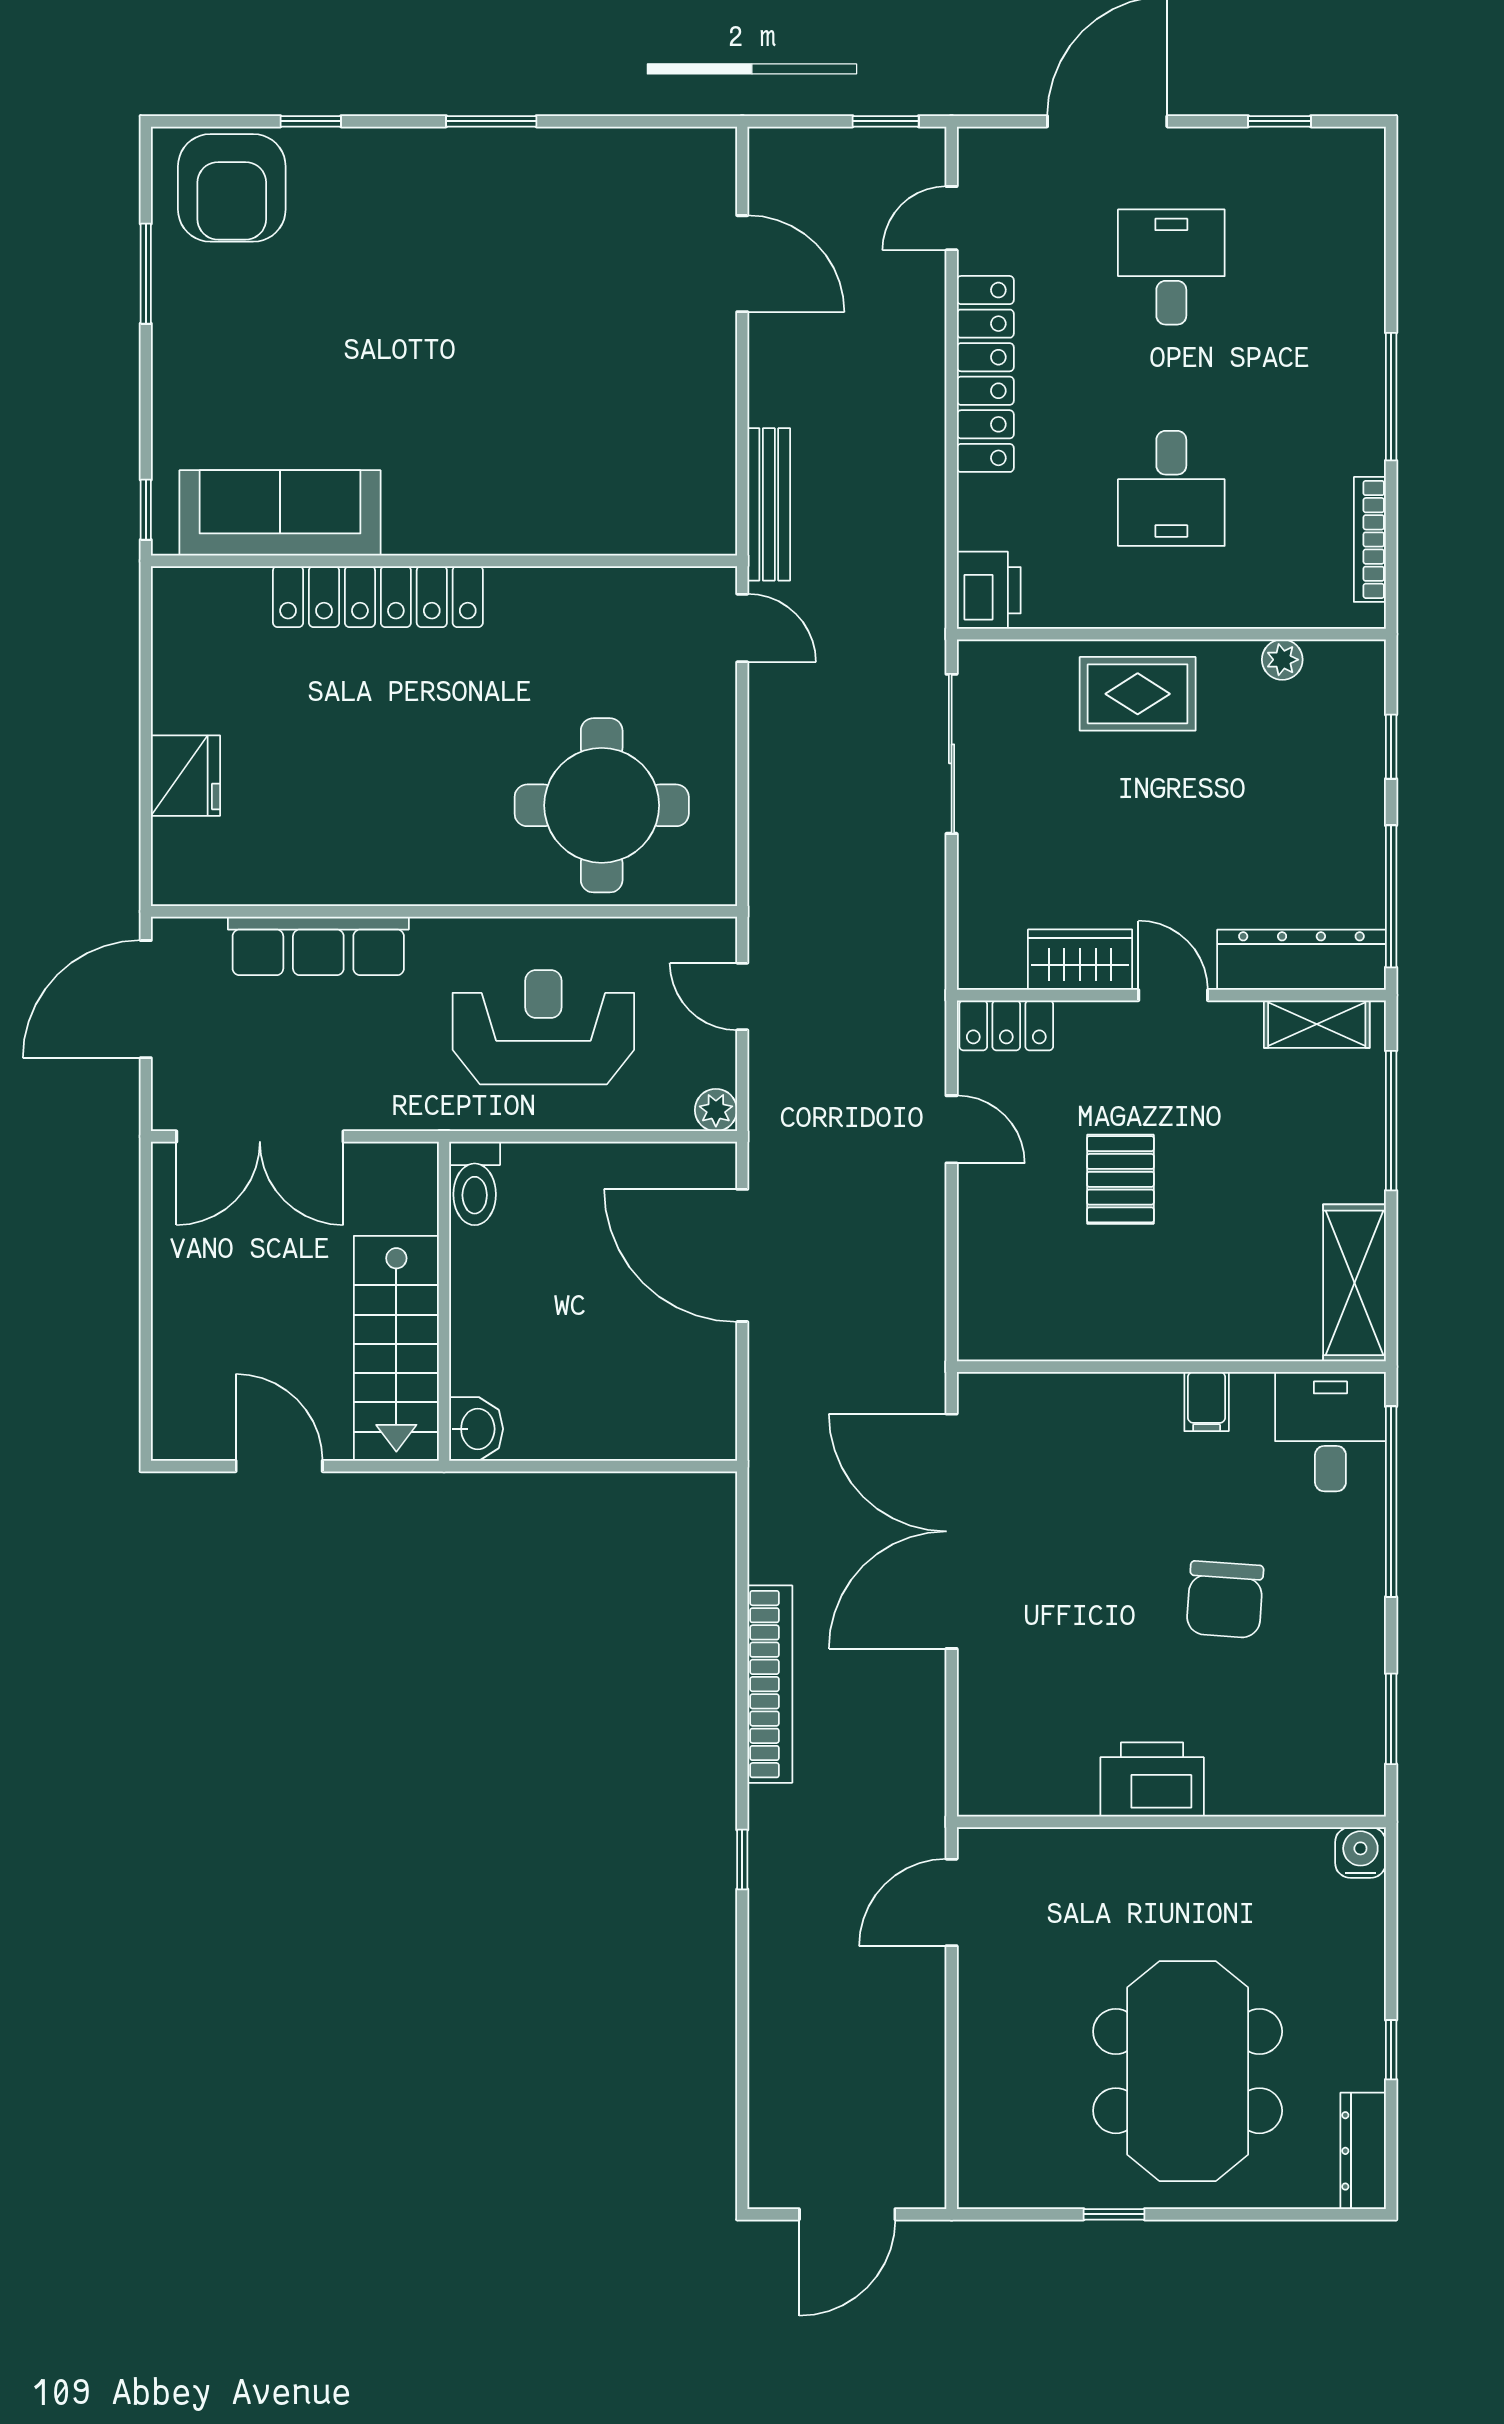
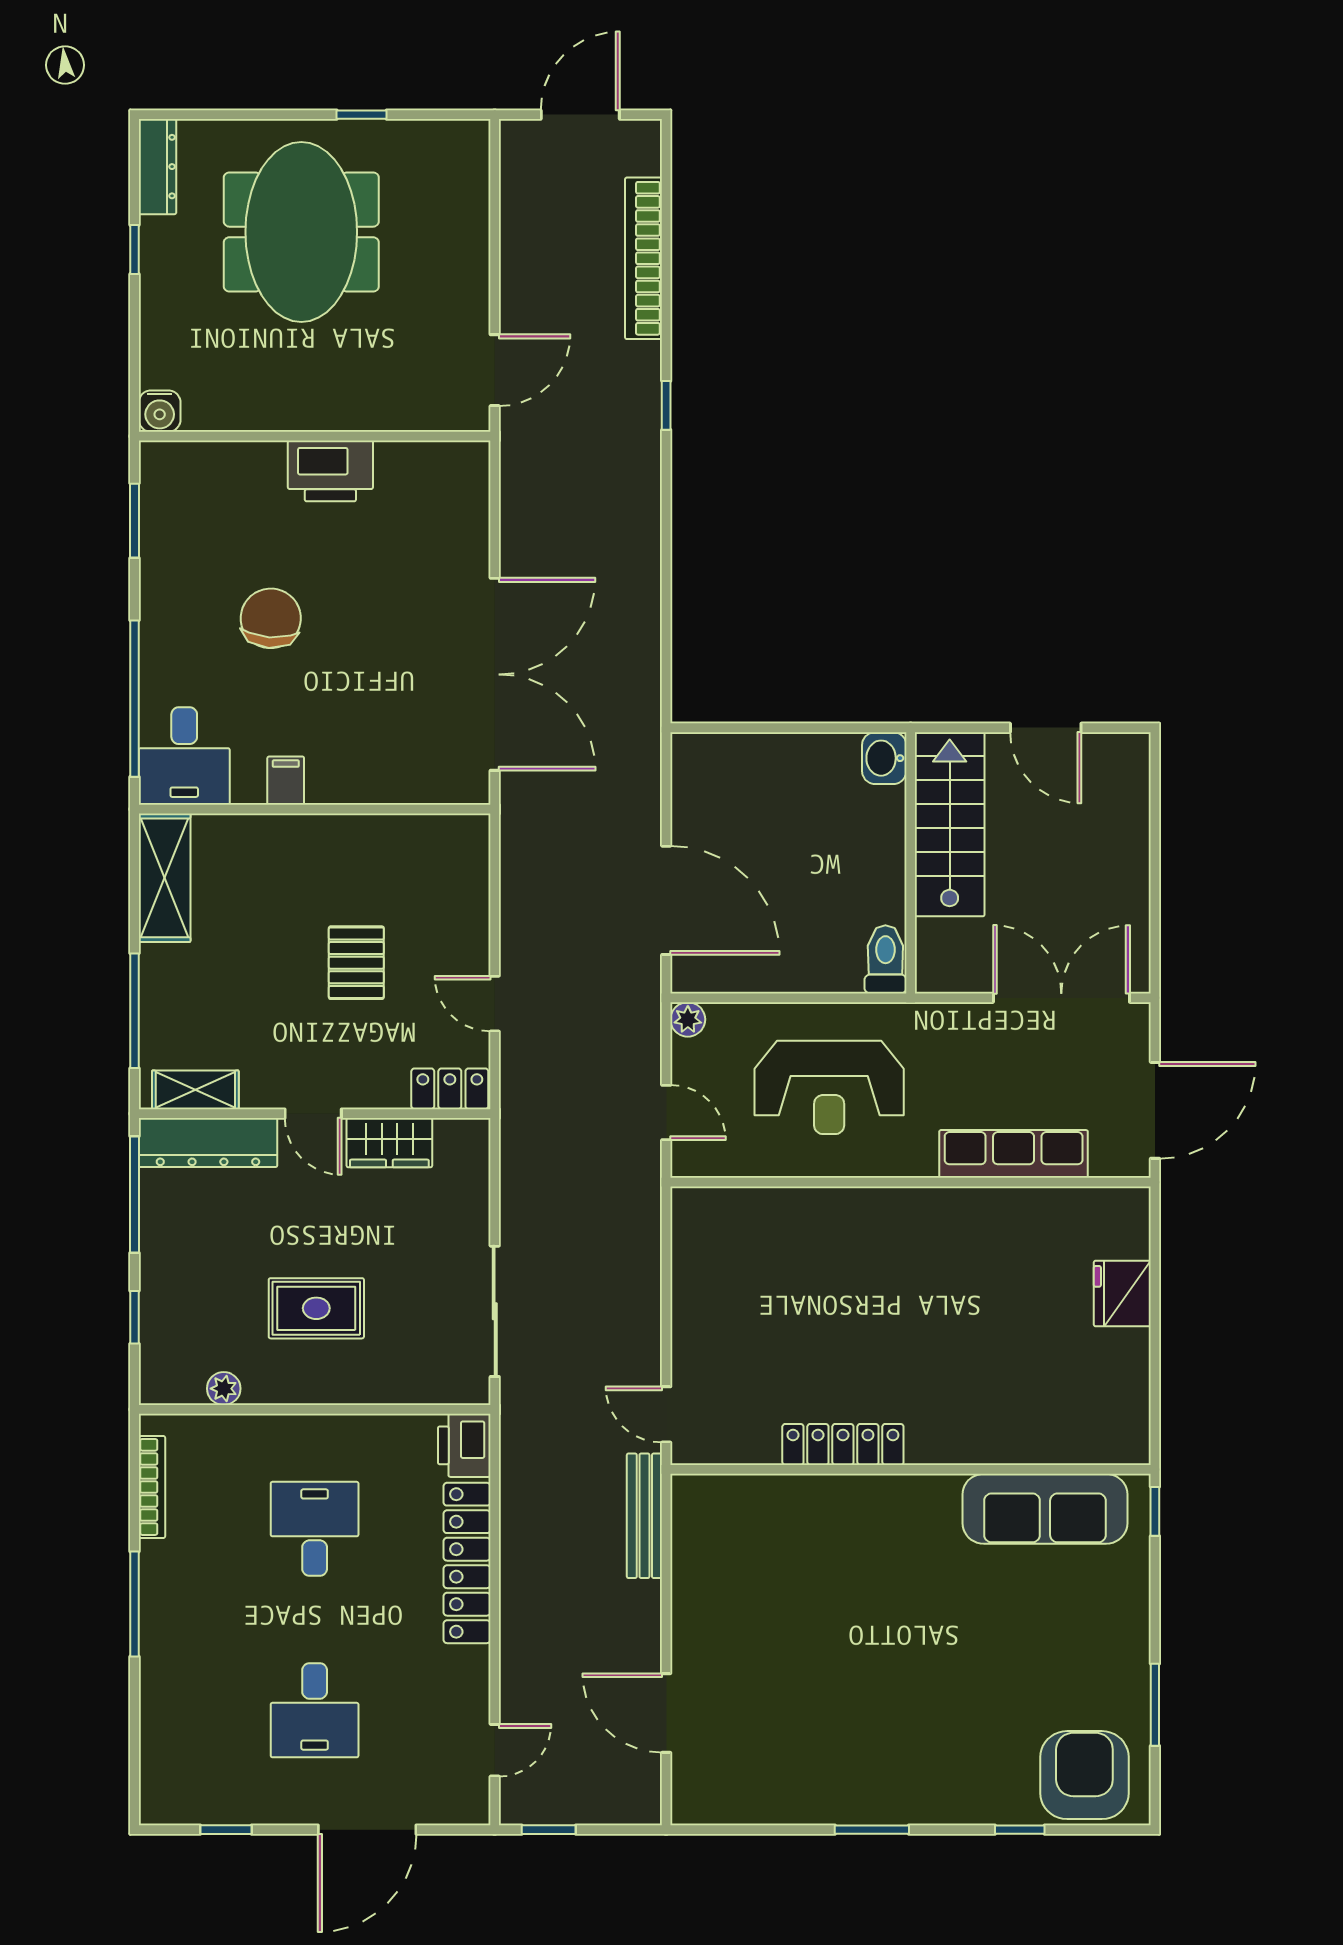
locker: (985, 374) -> (467, 1563), moved
locker: (378, 597) -> (843, 1444), moved, width x0.71, depth x0.83
rug: (1138, 694) -> (316, 1308), moved
round table: (602, 805) -> (781, 1269), removed
bookcase: (770, 1684) -> (644, 258), moved

